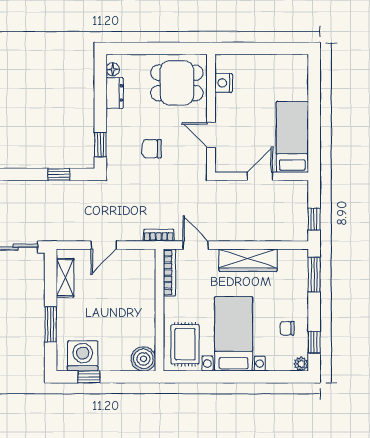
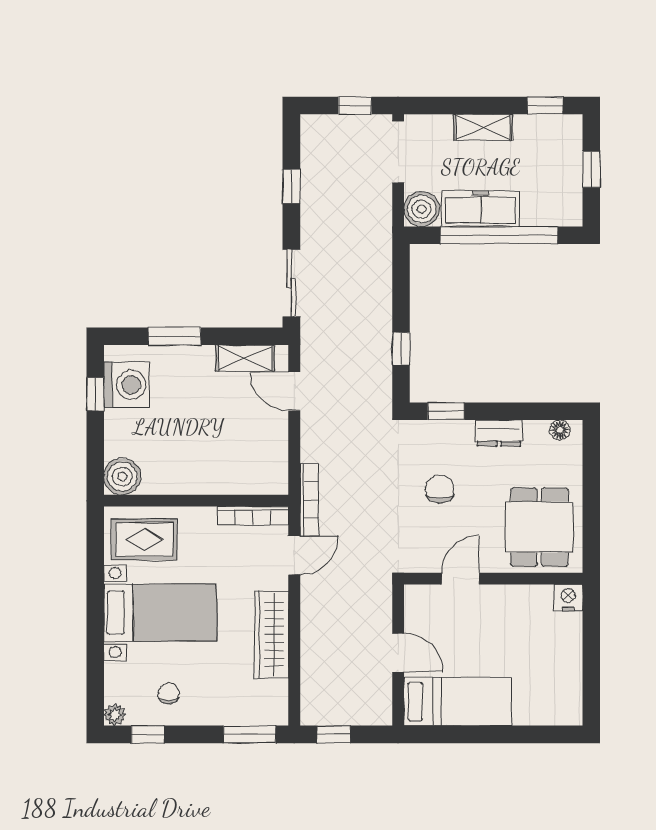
nightstand: (224, 83) -> (568, 598), moved
dresser: (115, 93) -> (499, 433), moved
bookcase: (159, 235) -> (309, 500), width x1.56
door: (104, 245) -> (294, 391), moved

